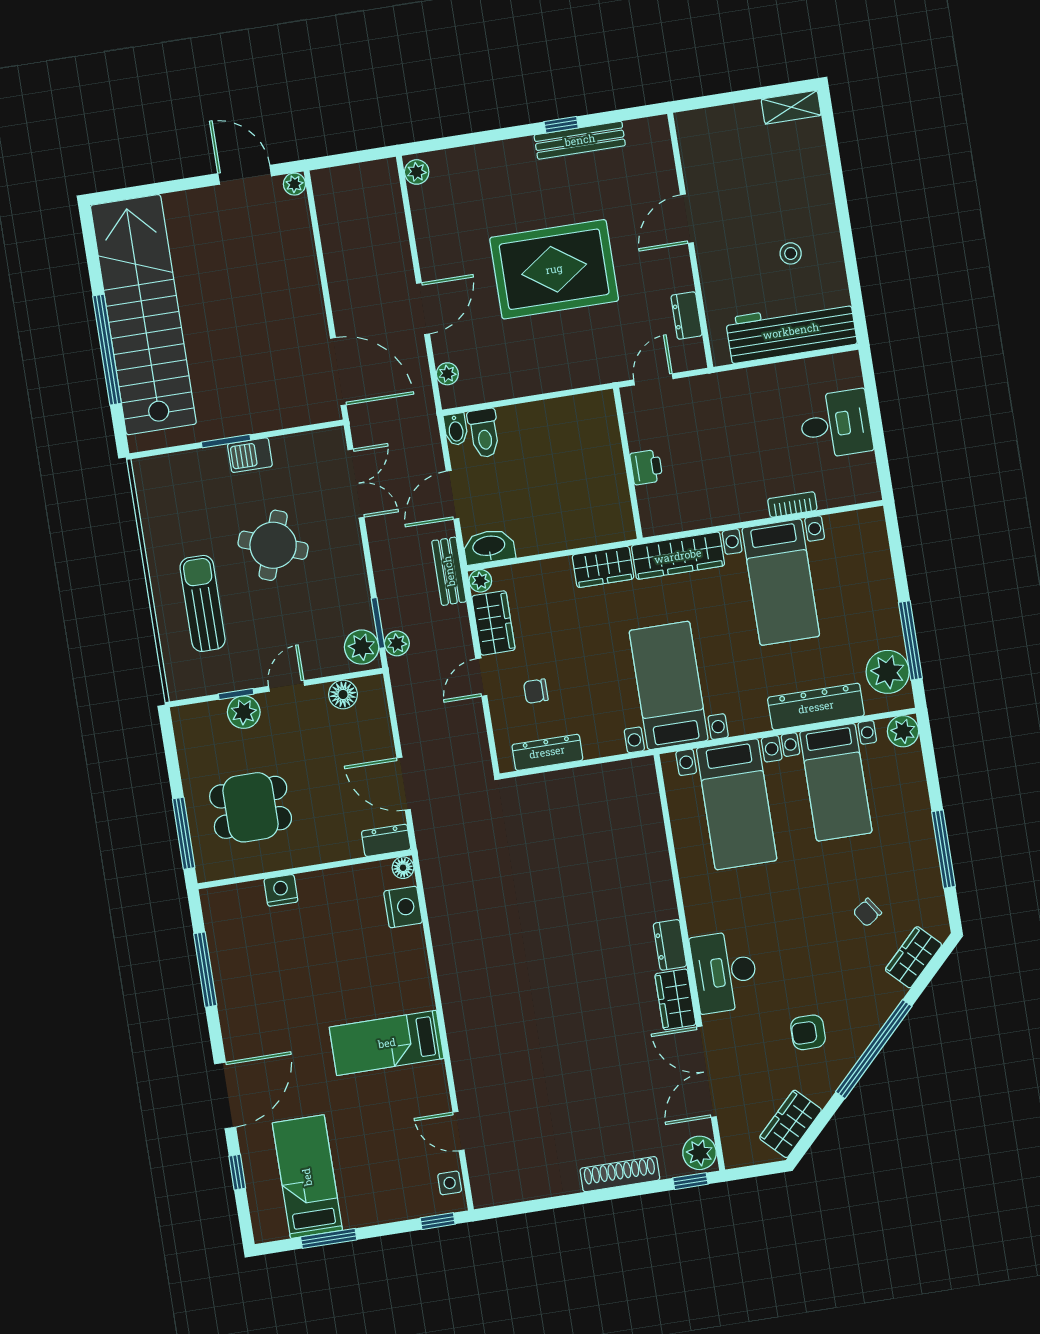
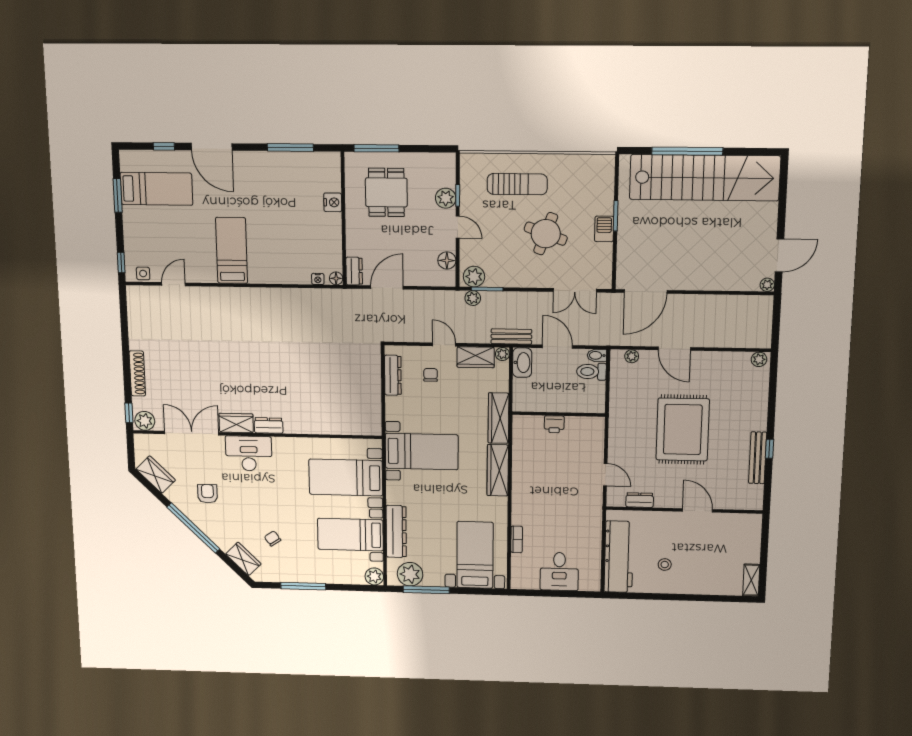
wall: (628, 463) -> (559, 414), moved
printer: (646, 467) -> (554, 424), moved
wardrobe: (603, 567) -> (499, 418), width x1.50
bed with nightstands: (781, 582) -> (475, 555), moved, turned 90
nightstand: (403, 907) -> (318, 279), width x0.53, depth x0.56

